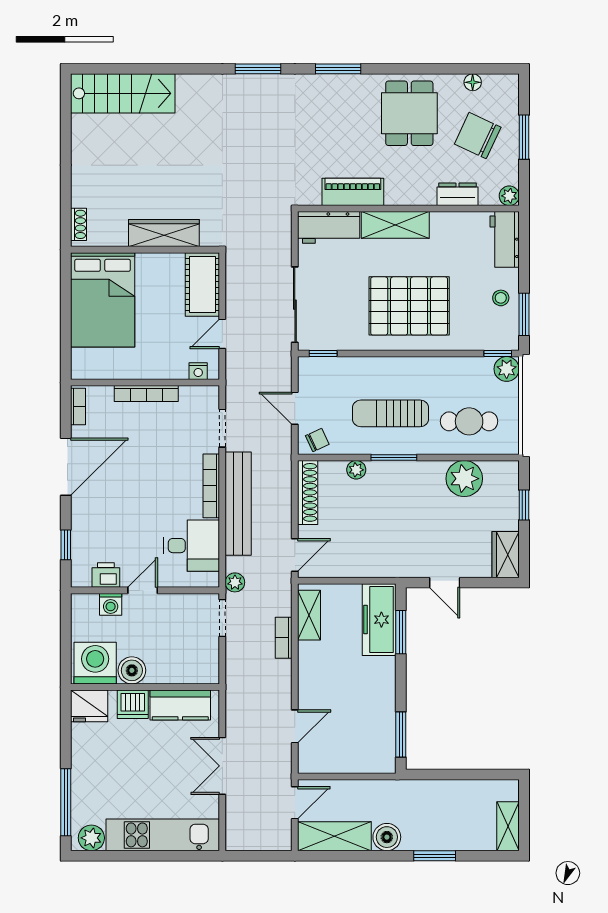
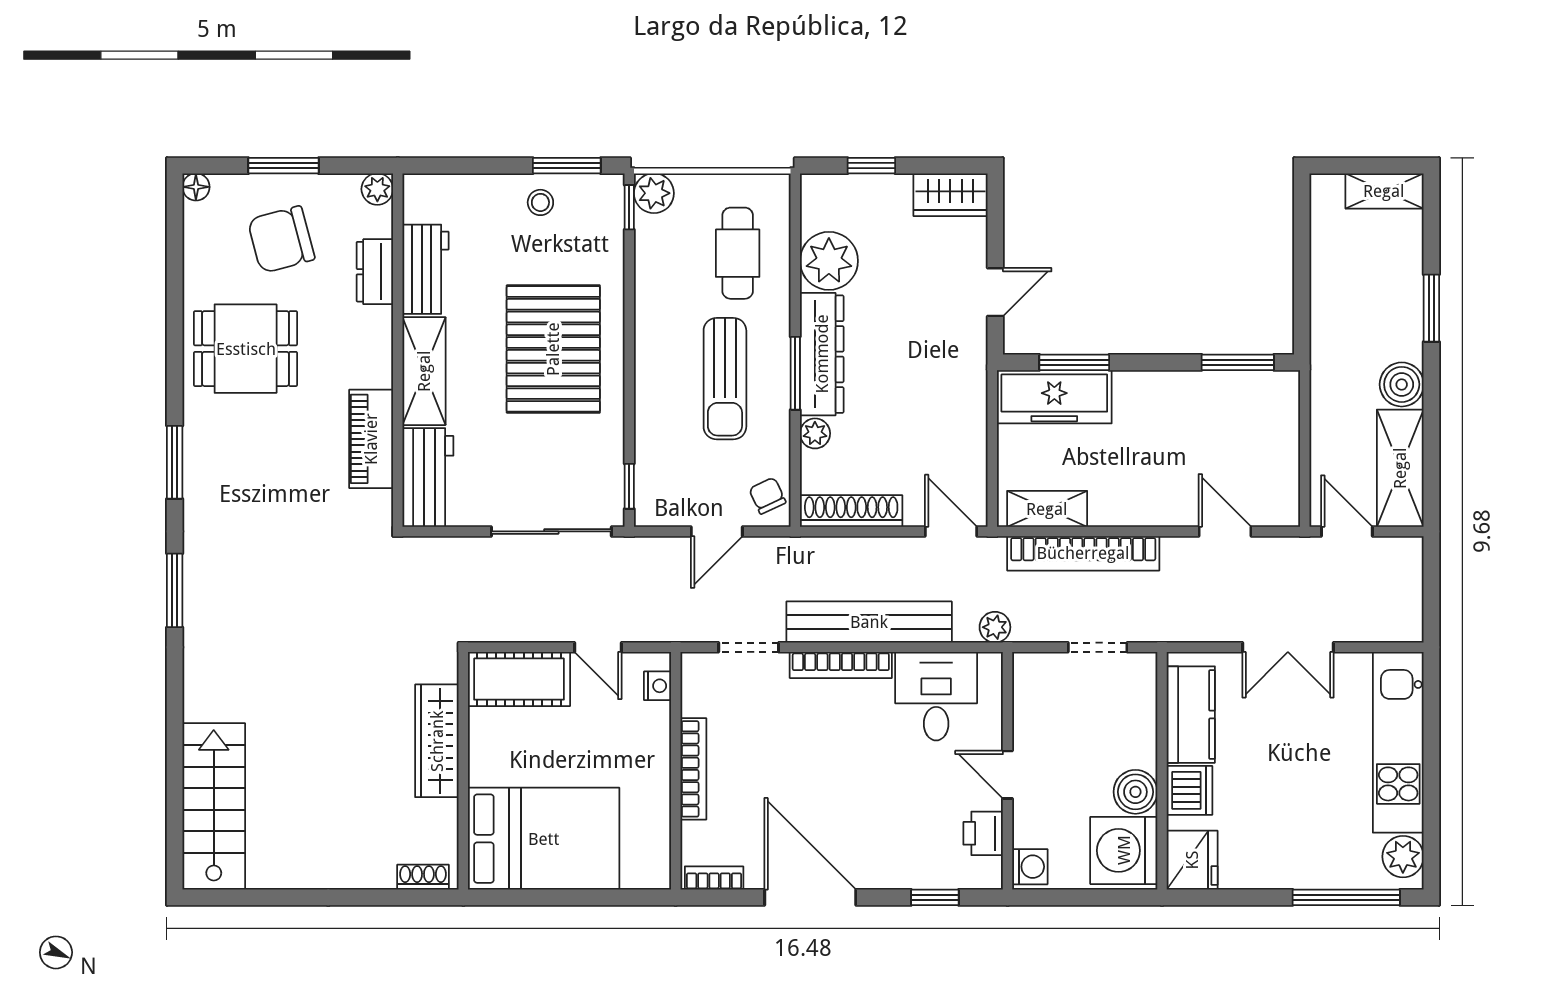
floor lamp: (473, 82) -> (196, 187), moved
chair: (478, 136) -> (281, 239), turned 50
workbench: (505, 239) -> (425, 269), moved, turned -90
dresser: (406, 474) -> (822, 354), added
washing machine: (111, 604) -> (1030, 867), moved
doorway: (222, 618) -> (1098, 647), moved
bookcase: (284, 638) -> (1083, 553), width x2.31, depth x1.31

